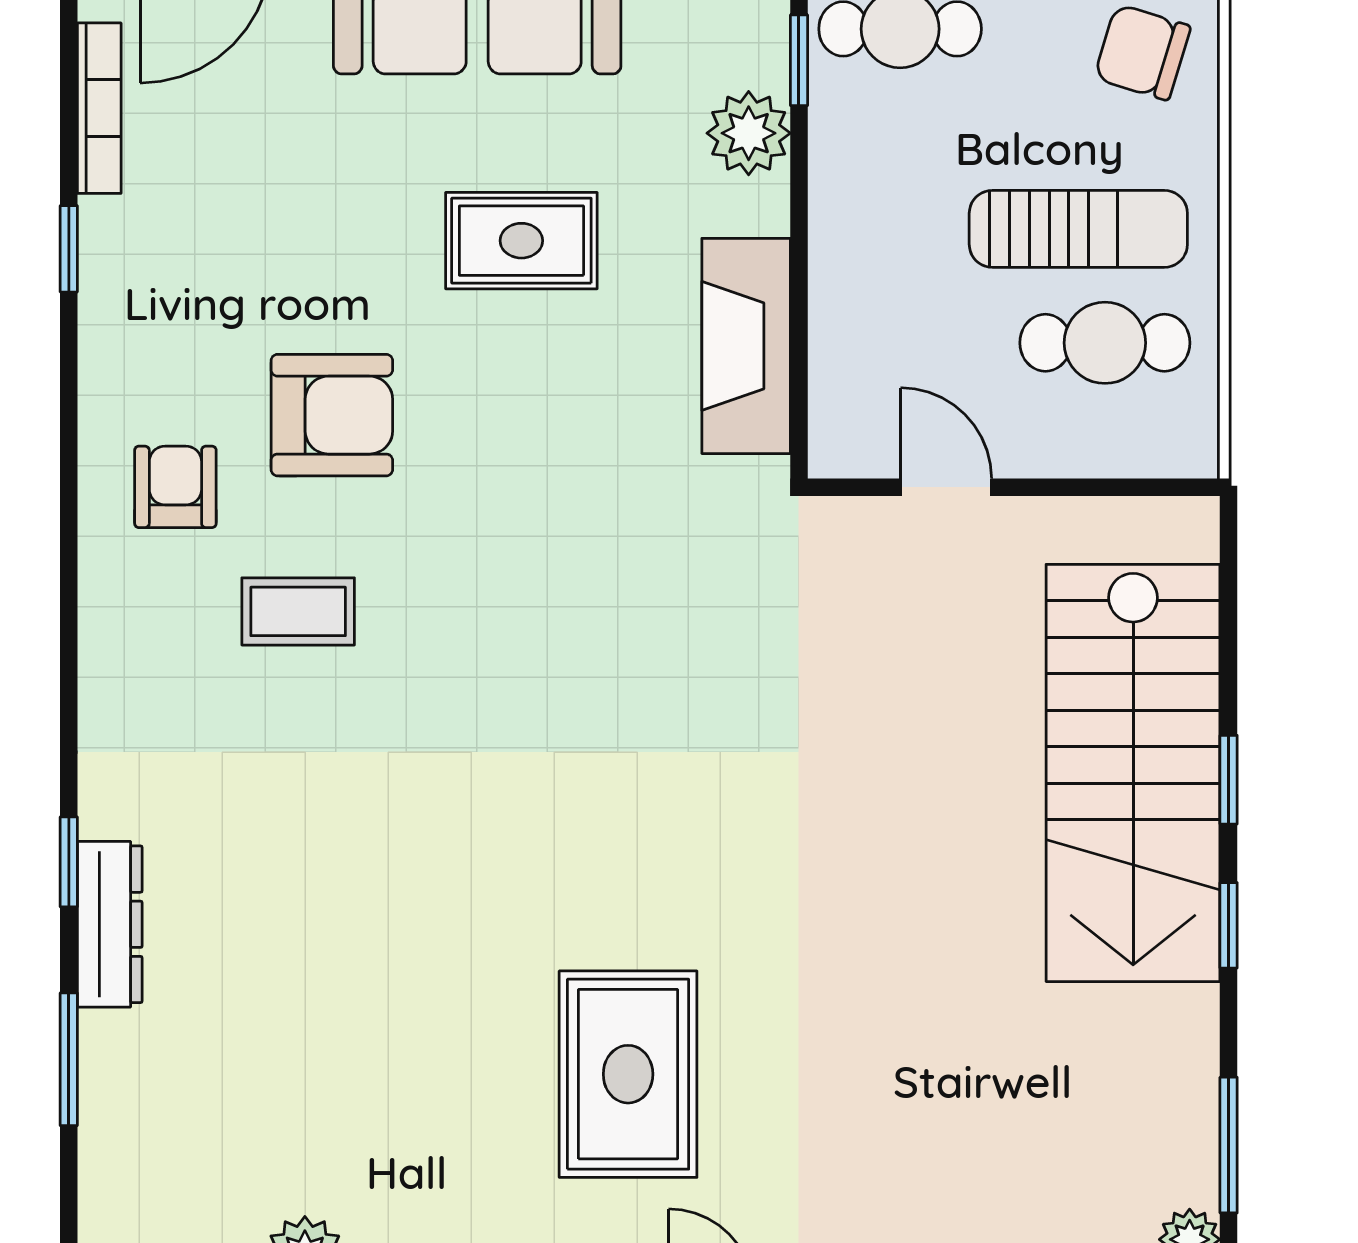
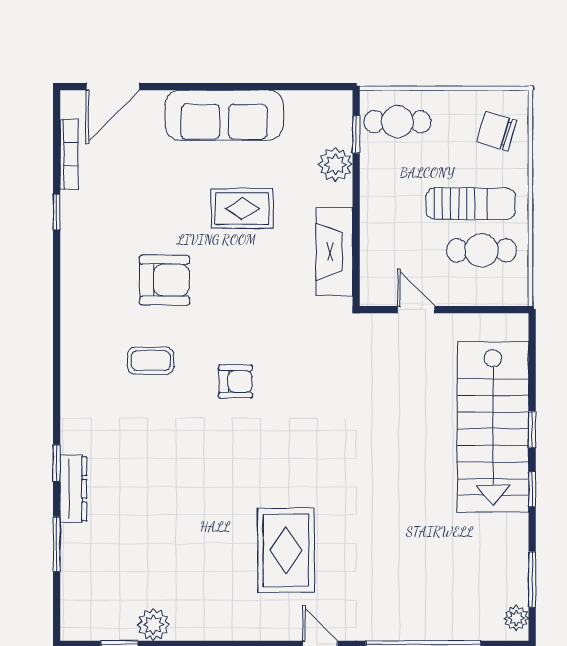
armchair: (175, 487) -> (236, 381), moved, turned 90

